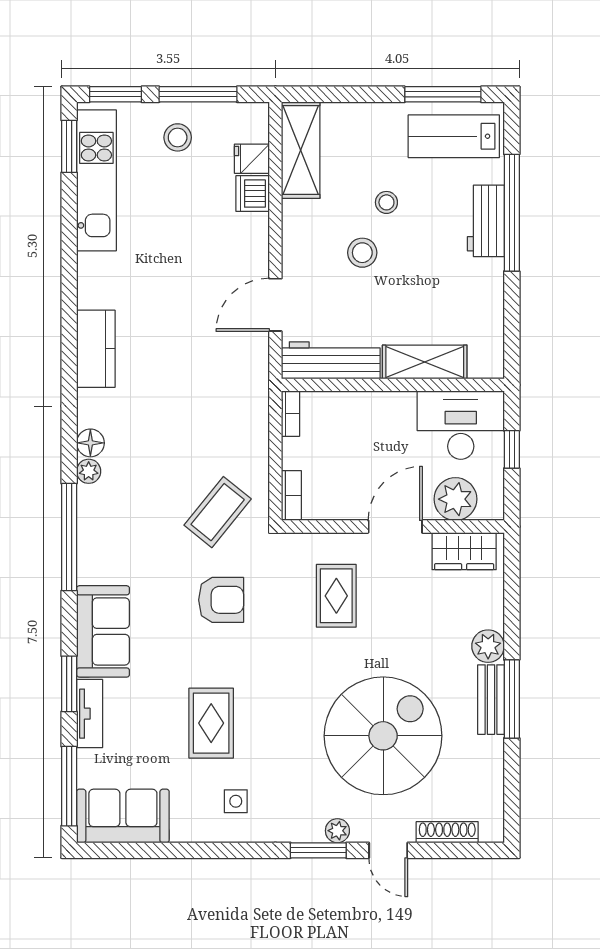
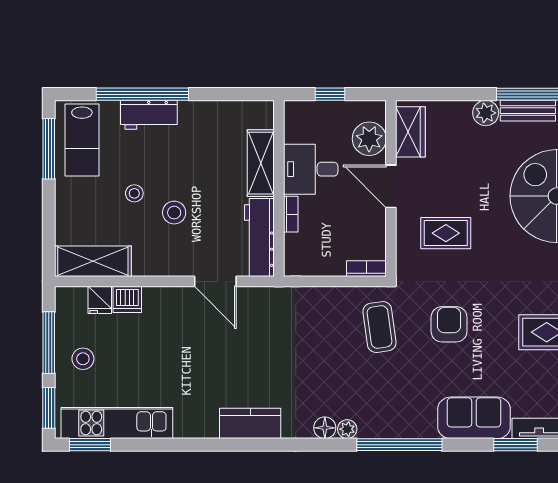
bookcase: (290, 414) -> (291, 214), moved, turned 90
desk: (461, 425) -> (311, 169), moved, width x0.73
coffee table: (218, 512) -> (379, 327), turned 43

